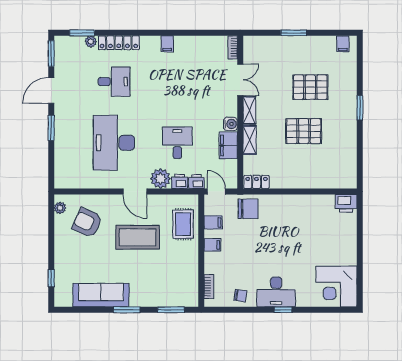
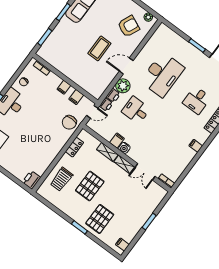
pallet: (310, 87) -> (100, 219), moved
desk: (114, 143) -> (162, 75), turned 90
desk: (177, 143) -> (136, 110), turned 180
filing cabinet: (228, 145) -> (117, 141), width x0.50
trolley: (320, 169) -> (62, 179), added
locker: (256, 182) -> (74, 147), moved
rug: (183, 224) -> (88, 79), removed
coffee table: (138, 237) -> (99, 48), width x0.73, depth x0.76

